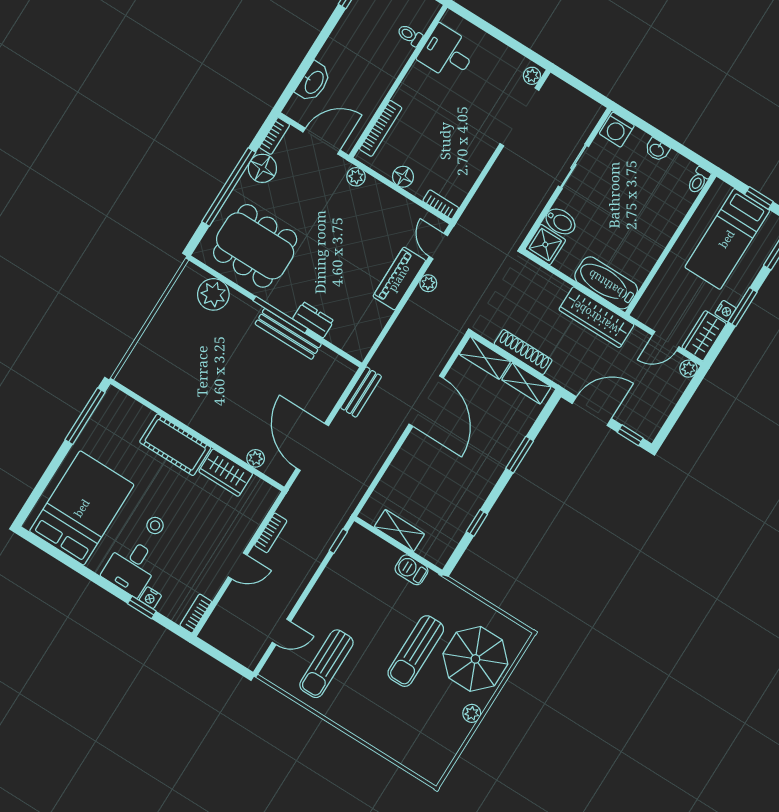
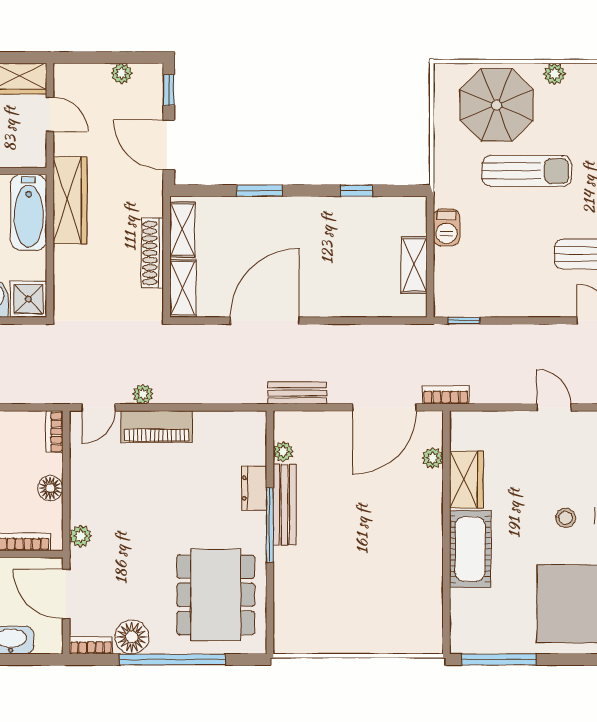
plant: (213, 294) -> (283, 452), moved, width x0.53, depth x0.53
plant: (688, 369) -> (122, 73), moved
bookcase: (271, 533) -> (446, 395), moved

